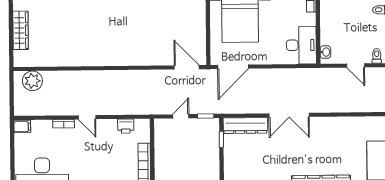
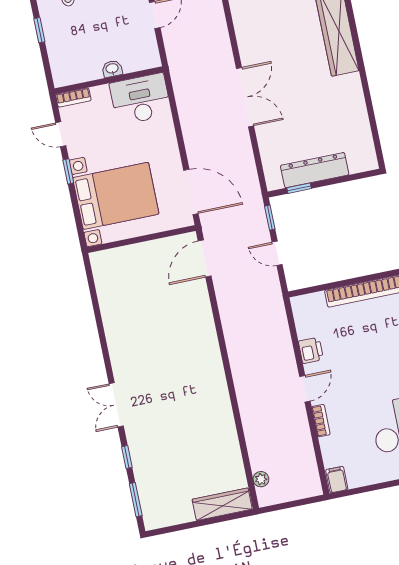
wardrobe: (21, 30) -> (222, 504), moved
washbasin: (325, 52) -> (112, 69), moved
plant: (32, 81) -> (261, 479), width x0.53, depth x0.53
printer: (126, 126) -> (311, 350), moved
dresser: (245, 126) -> (315, 170), moved, turned -90

